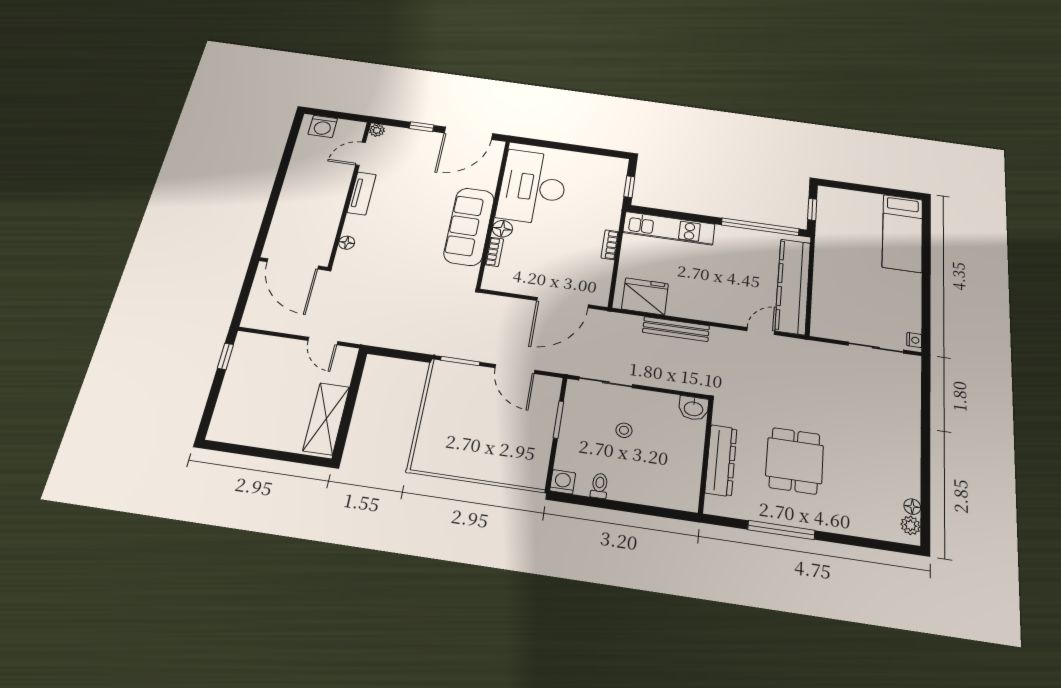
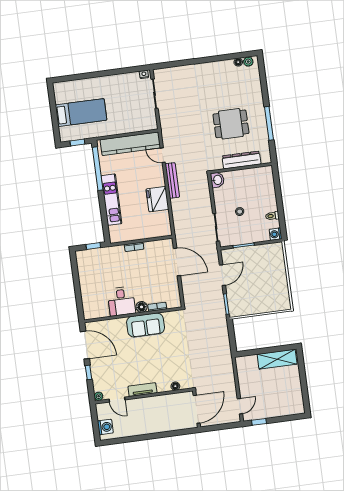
desk: (533, 187) -> (121, 301), width x0.53, depth x0.77
sofa: (469, 226) -> (146, 325), width x0.73
kitchen unit: (669, 228) -> (111, 200), moved
bed: (902, 233) -> (81, 113), moved
fridge: (645, 296) -> (157, 199), moved
bench: (676, 329) -> (172, 180), moved
door: (323, 341) -> (240, 406), moved

